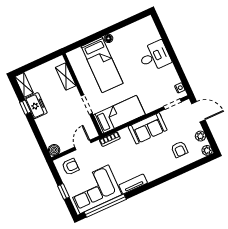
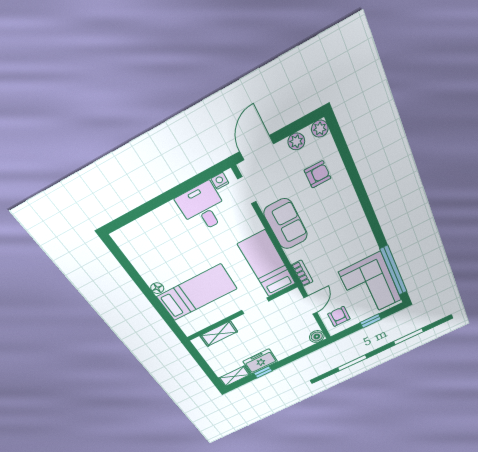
desk: (155, 56) -> (203, 208), moved
door: (83, 145) -> (310, 305), swing flipped
tv unit: (133, 184) -> (367, 237), removed

